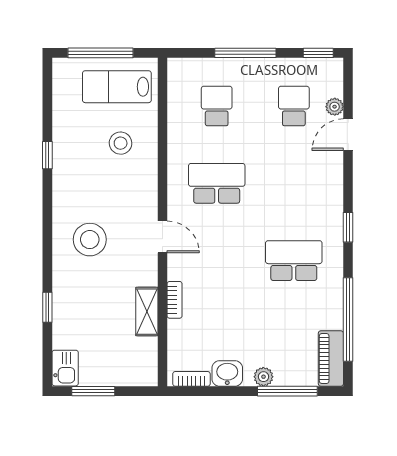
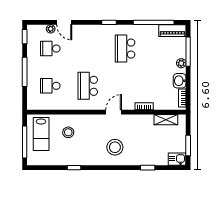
shelving: (147, 312) -> (166, 120), moved

